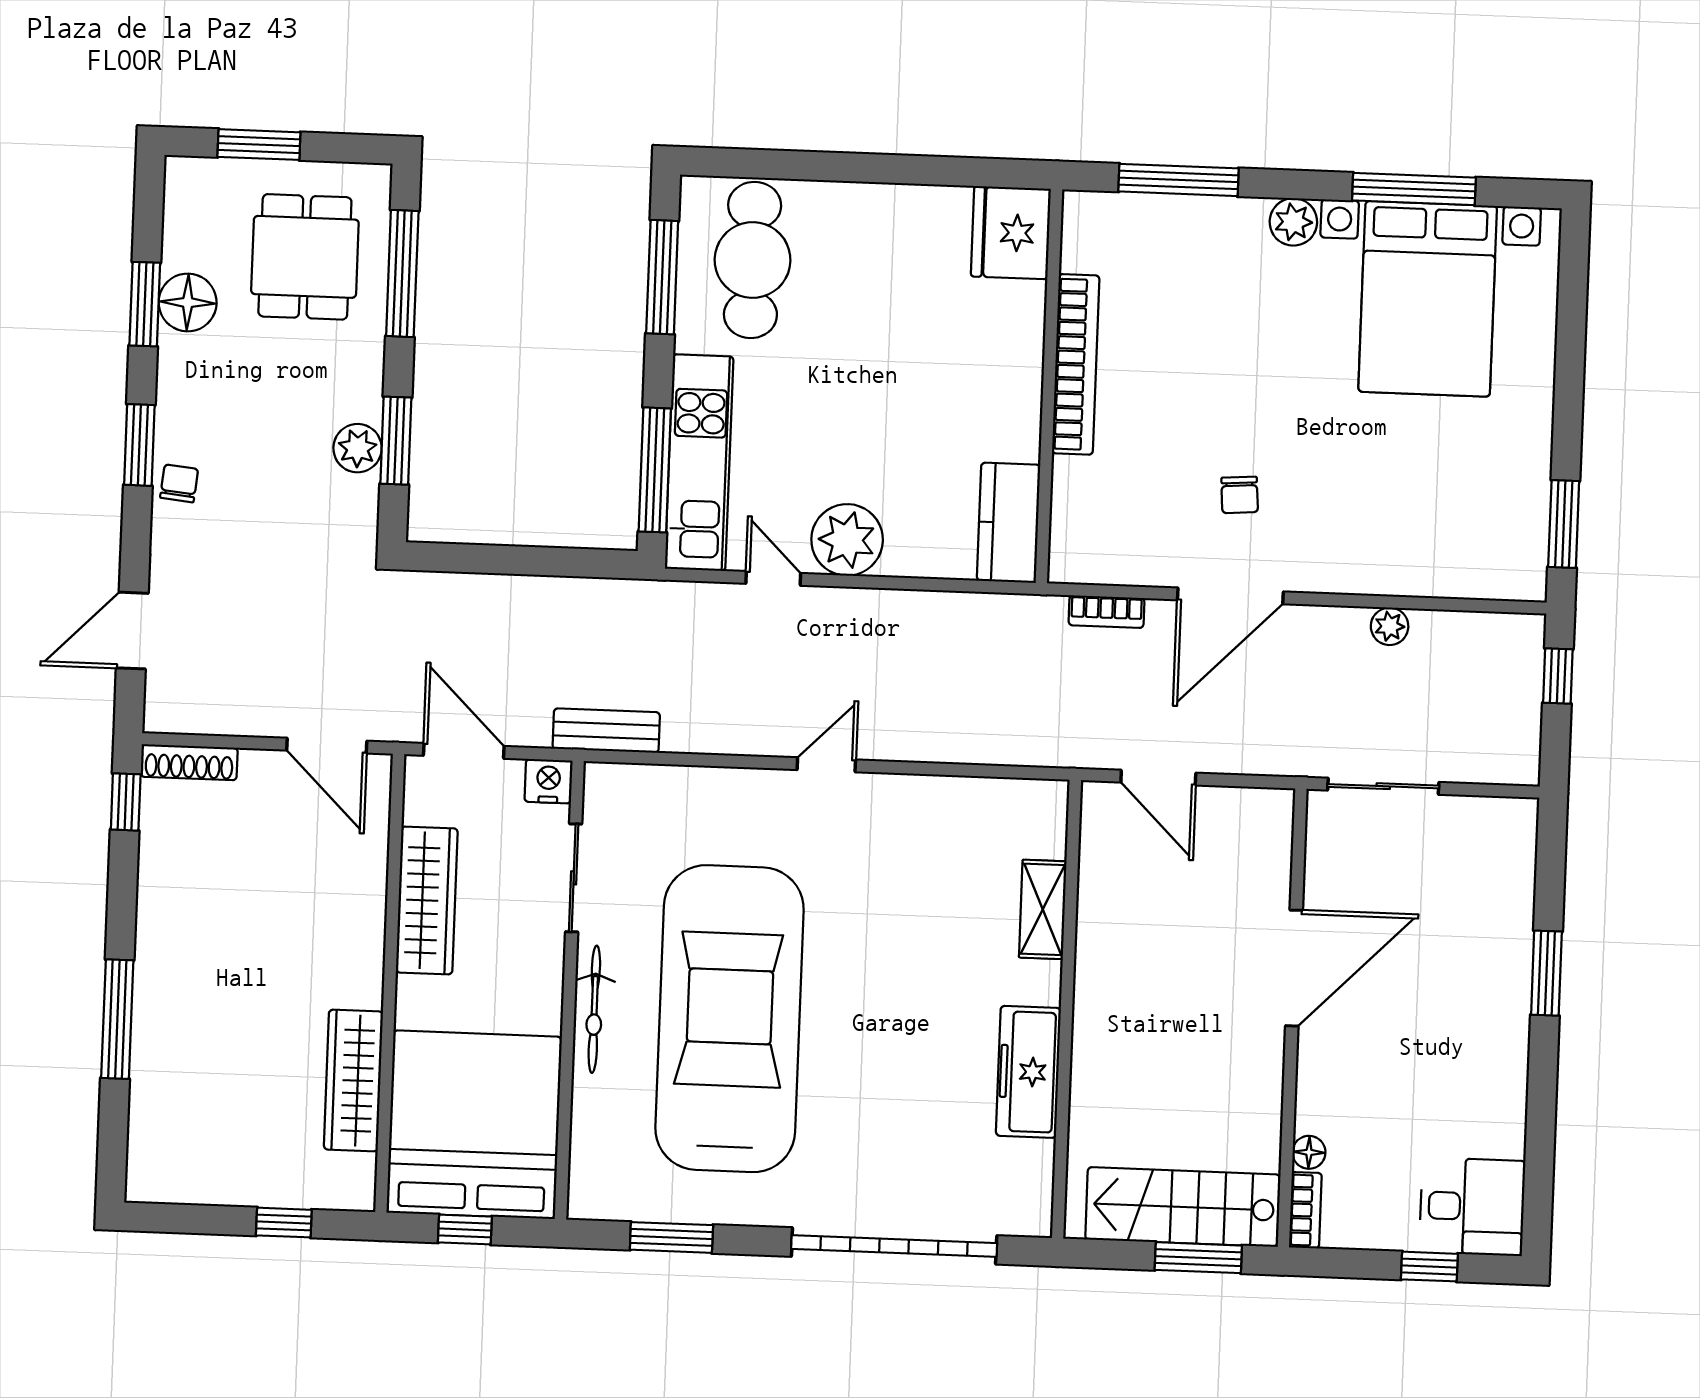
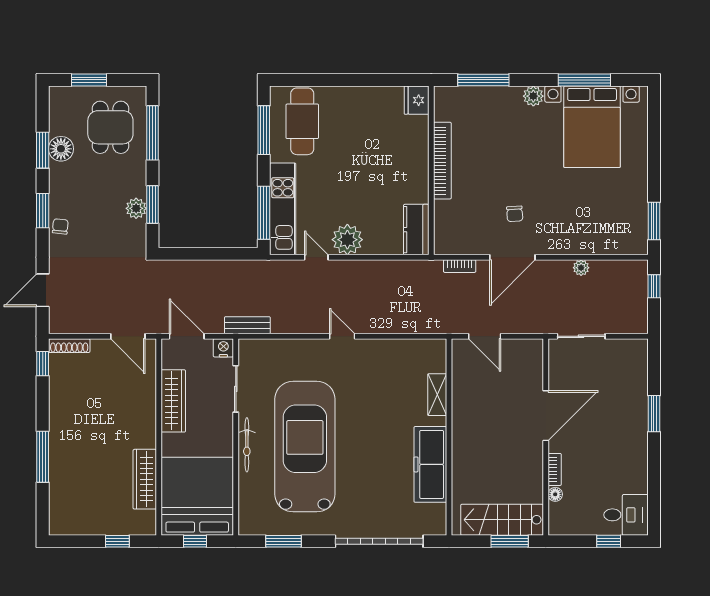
fridge: (1011, 233) -> (417, 100), width x0.73, depth x0.75
door: (826, 765) -> (342, 336), hinge flipped
freezer: (1028, 1072) -> (430, 464), width x1.36, depth x1.26
bookcase: (1305, 1210) -> (555, 469), moved

